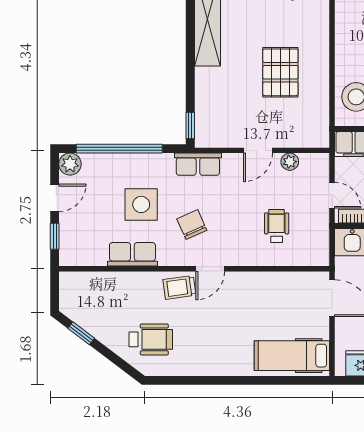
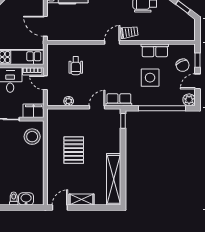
door: (258, 150) -> (97, 107), moved
chair: (192, 225) -> (183, 65), moved

